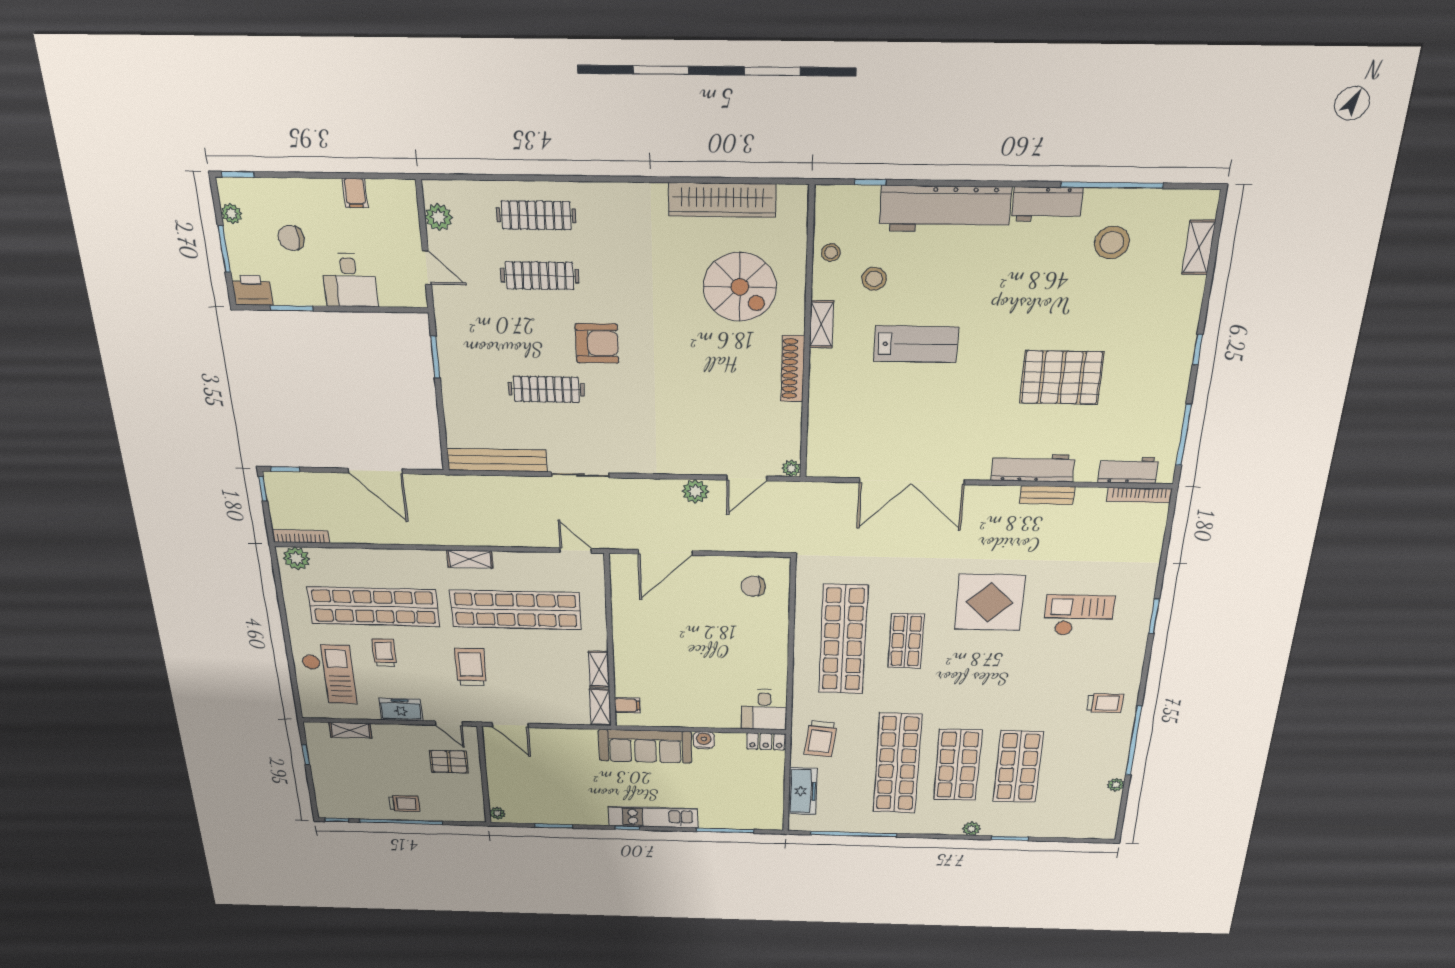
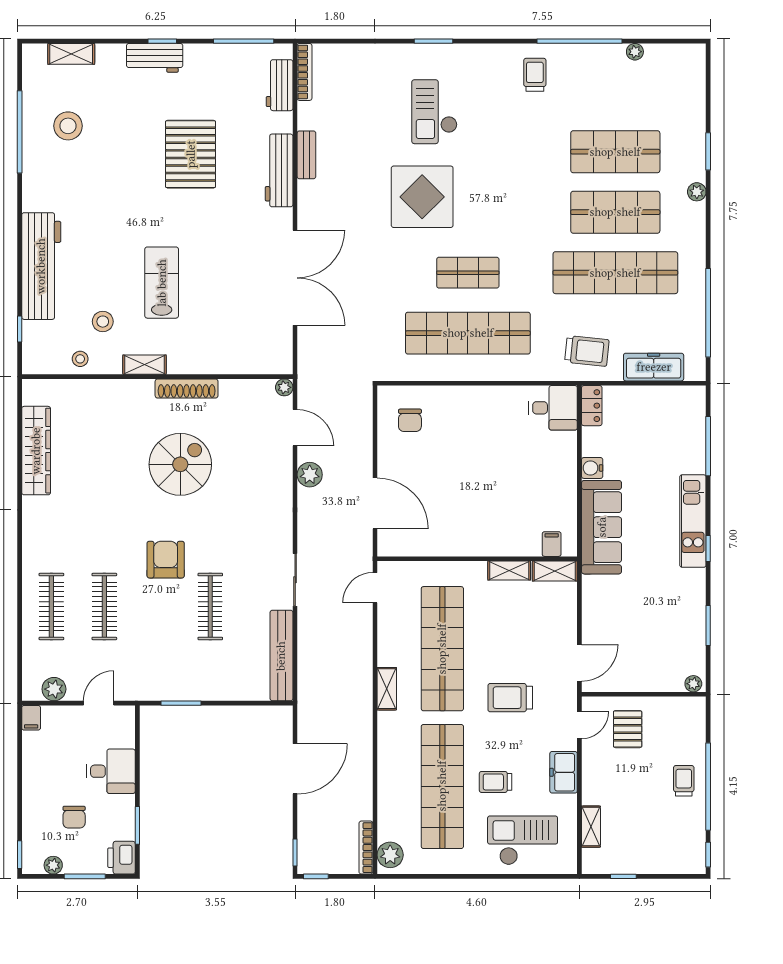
filing cabinet: (355, 193) -> (31, 718), moved, turned 90
workbench: (1047, 204) -> (155, 58), moved, turned 90
spiral stairs: (740, 287) -> (180, 464), moved

